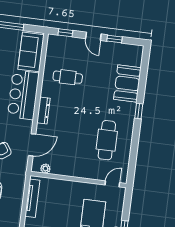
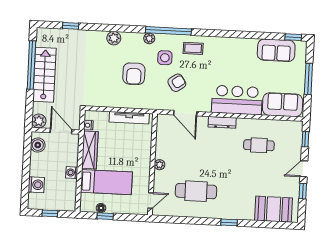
cafe table: (68, 77) -> (259, 145), turned 90
booth: (127, 83) -> (274, 209), moved
plant: (45, 169) -> (160, 165), moved
door: (112, 184) -> (151, 200), hinge flipped

